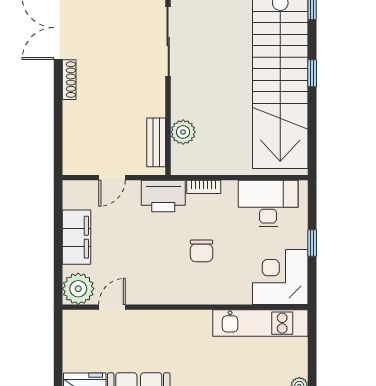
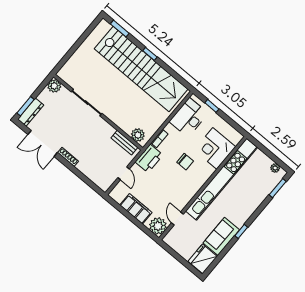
plant: (183, 132) -> (138, 135), moved
window: (312, 243) -> (212, 106), moved
corner desk: (280, 277) -> (215, 148), moved
kitchen unit: (260, 323) -> (221, 179), width x1.86

